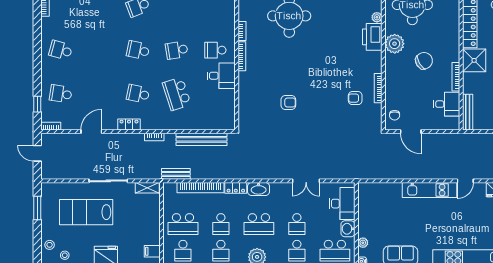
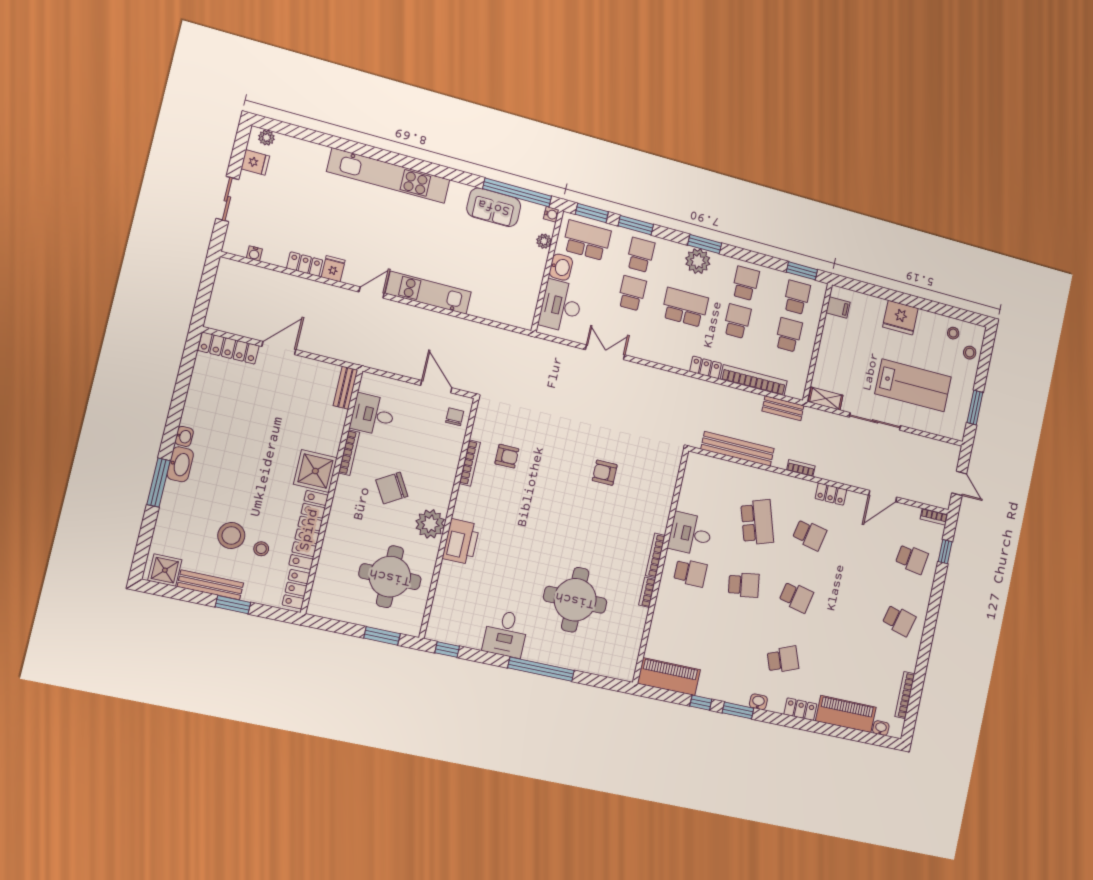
plant: (377, 17) -> (447, 569), removed
bench: (468, 112) -> (345, 388), width x0.73
washbasin: (259, 189) -> (674, 358), removed
school desk: (183, 224) -> (789, 335), width x0.54

